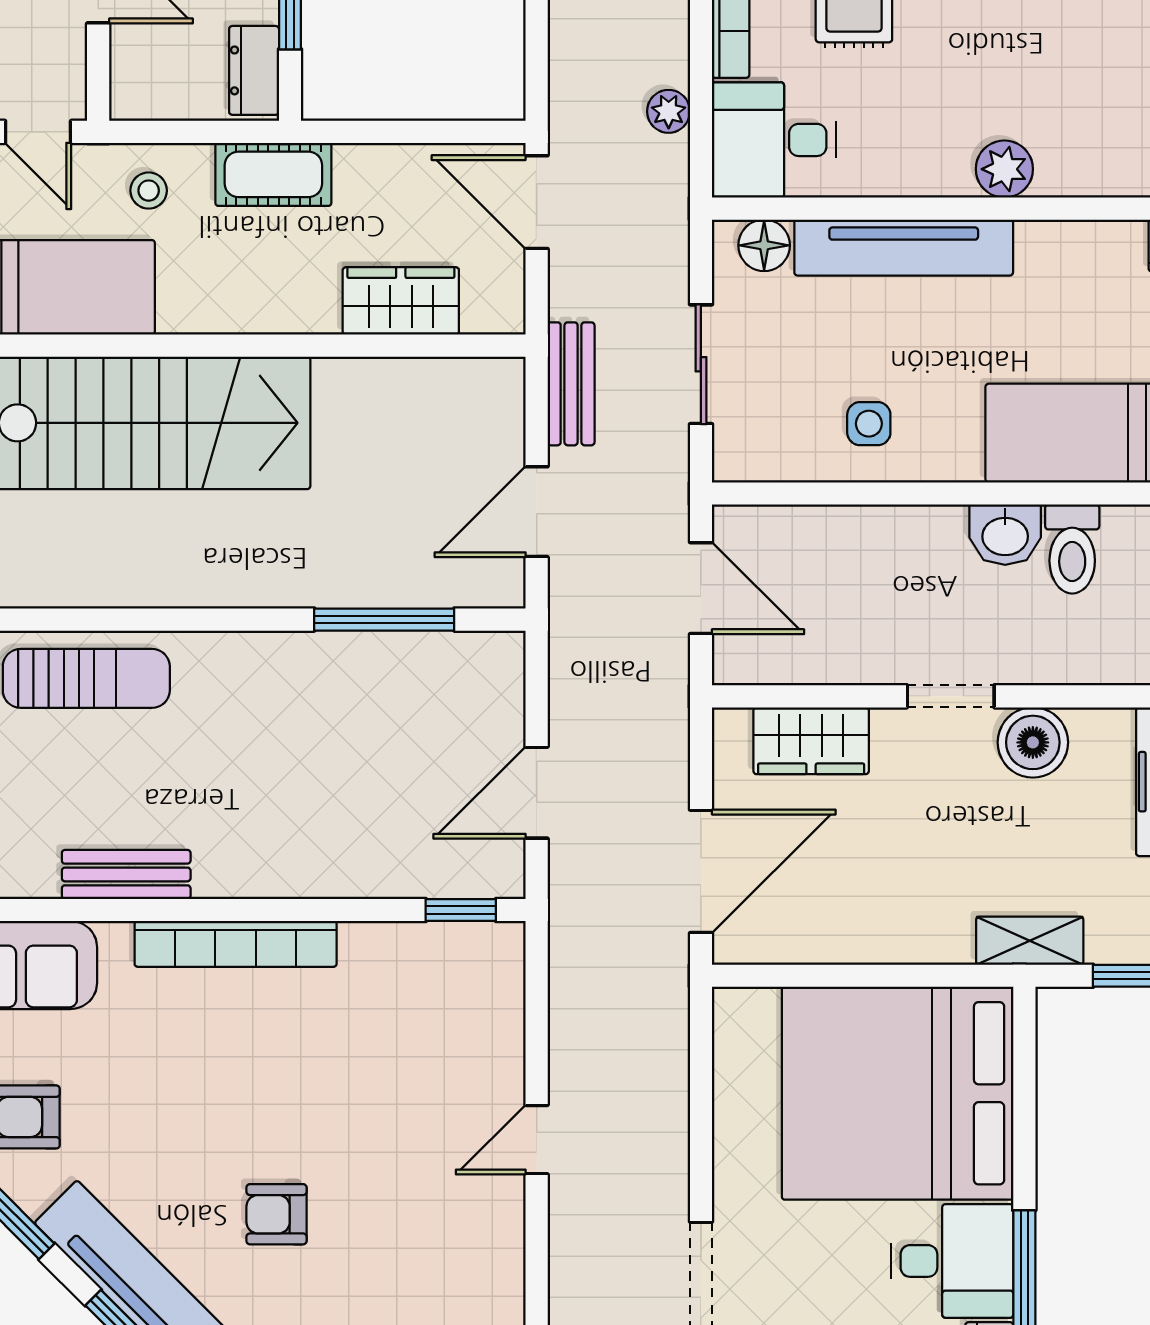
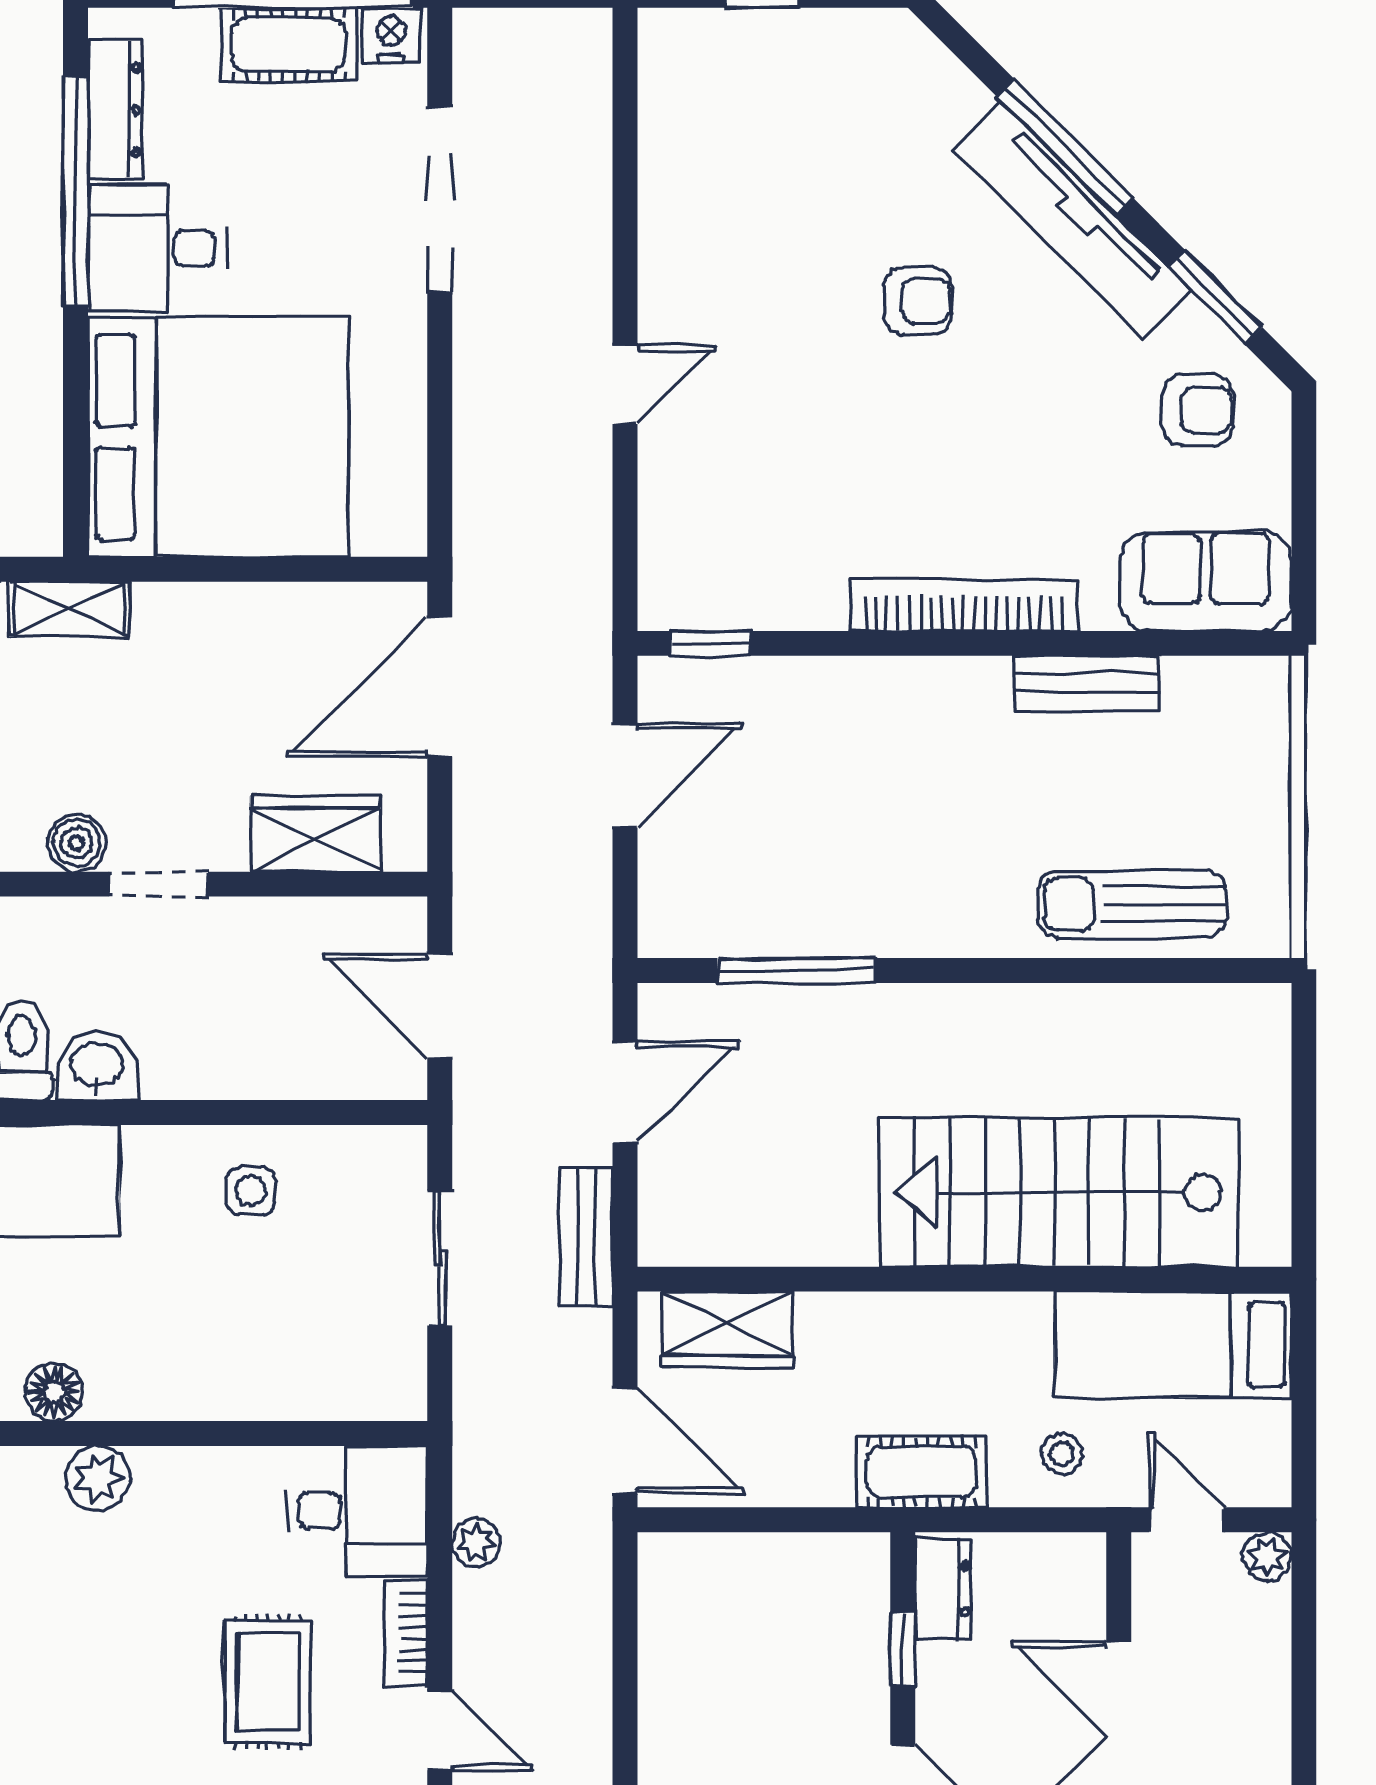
floor lamp: (764, 245) -> (54, 1392), moved
tv unit: (904, 248) -> (211, 1390), removed
wardrobe: (401, 301) -> (728, 1329), moved
boiler: (1033, 742) -> (77, 843), width x0.73, depth x0.73

